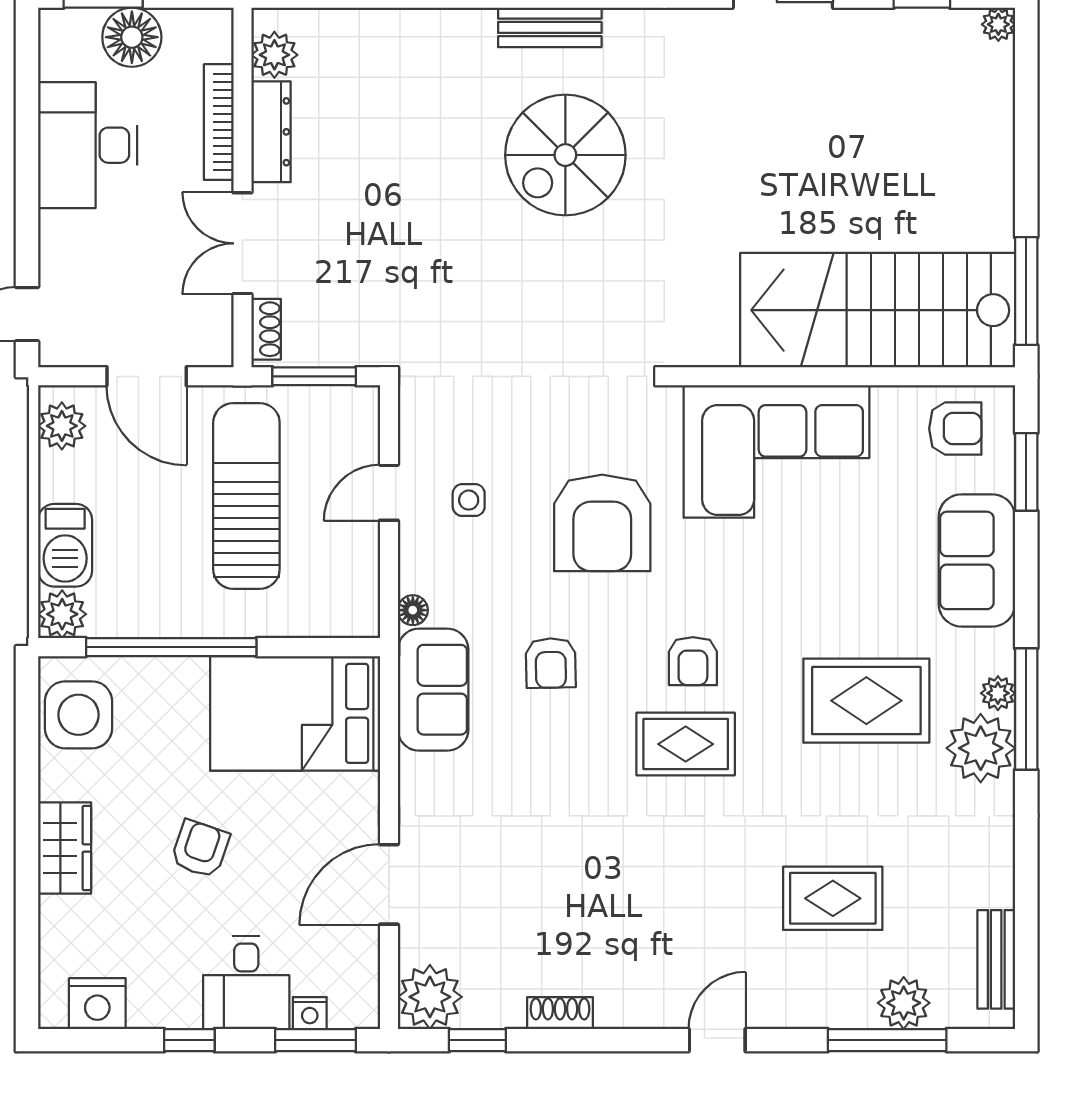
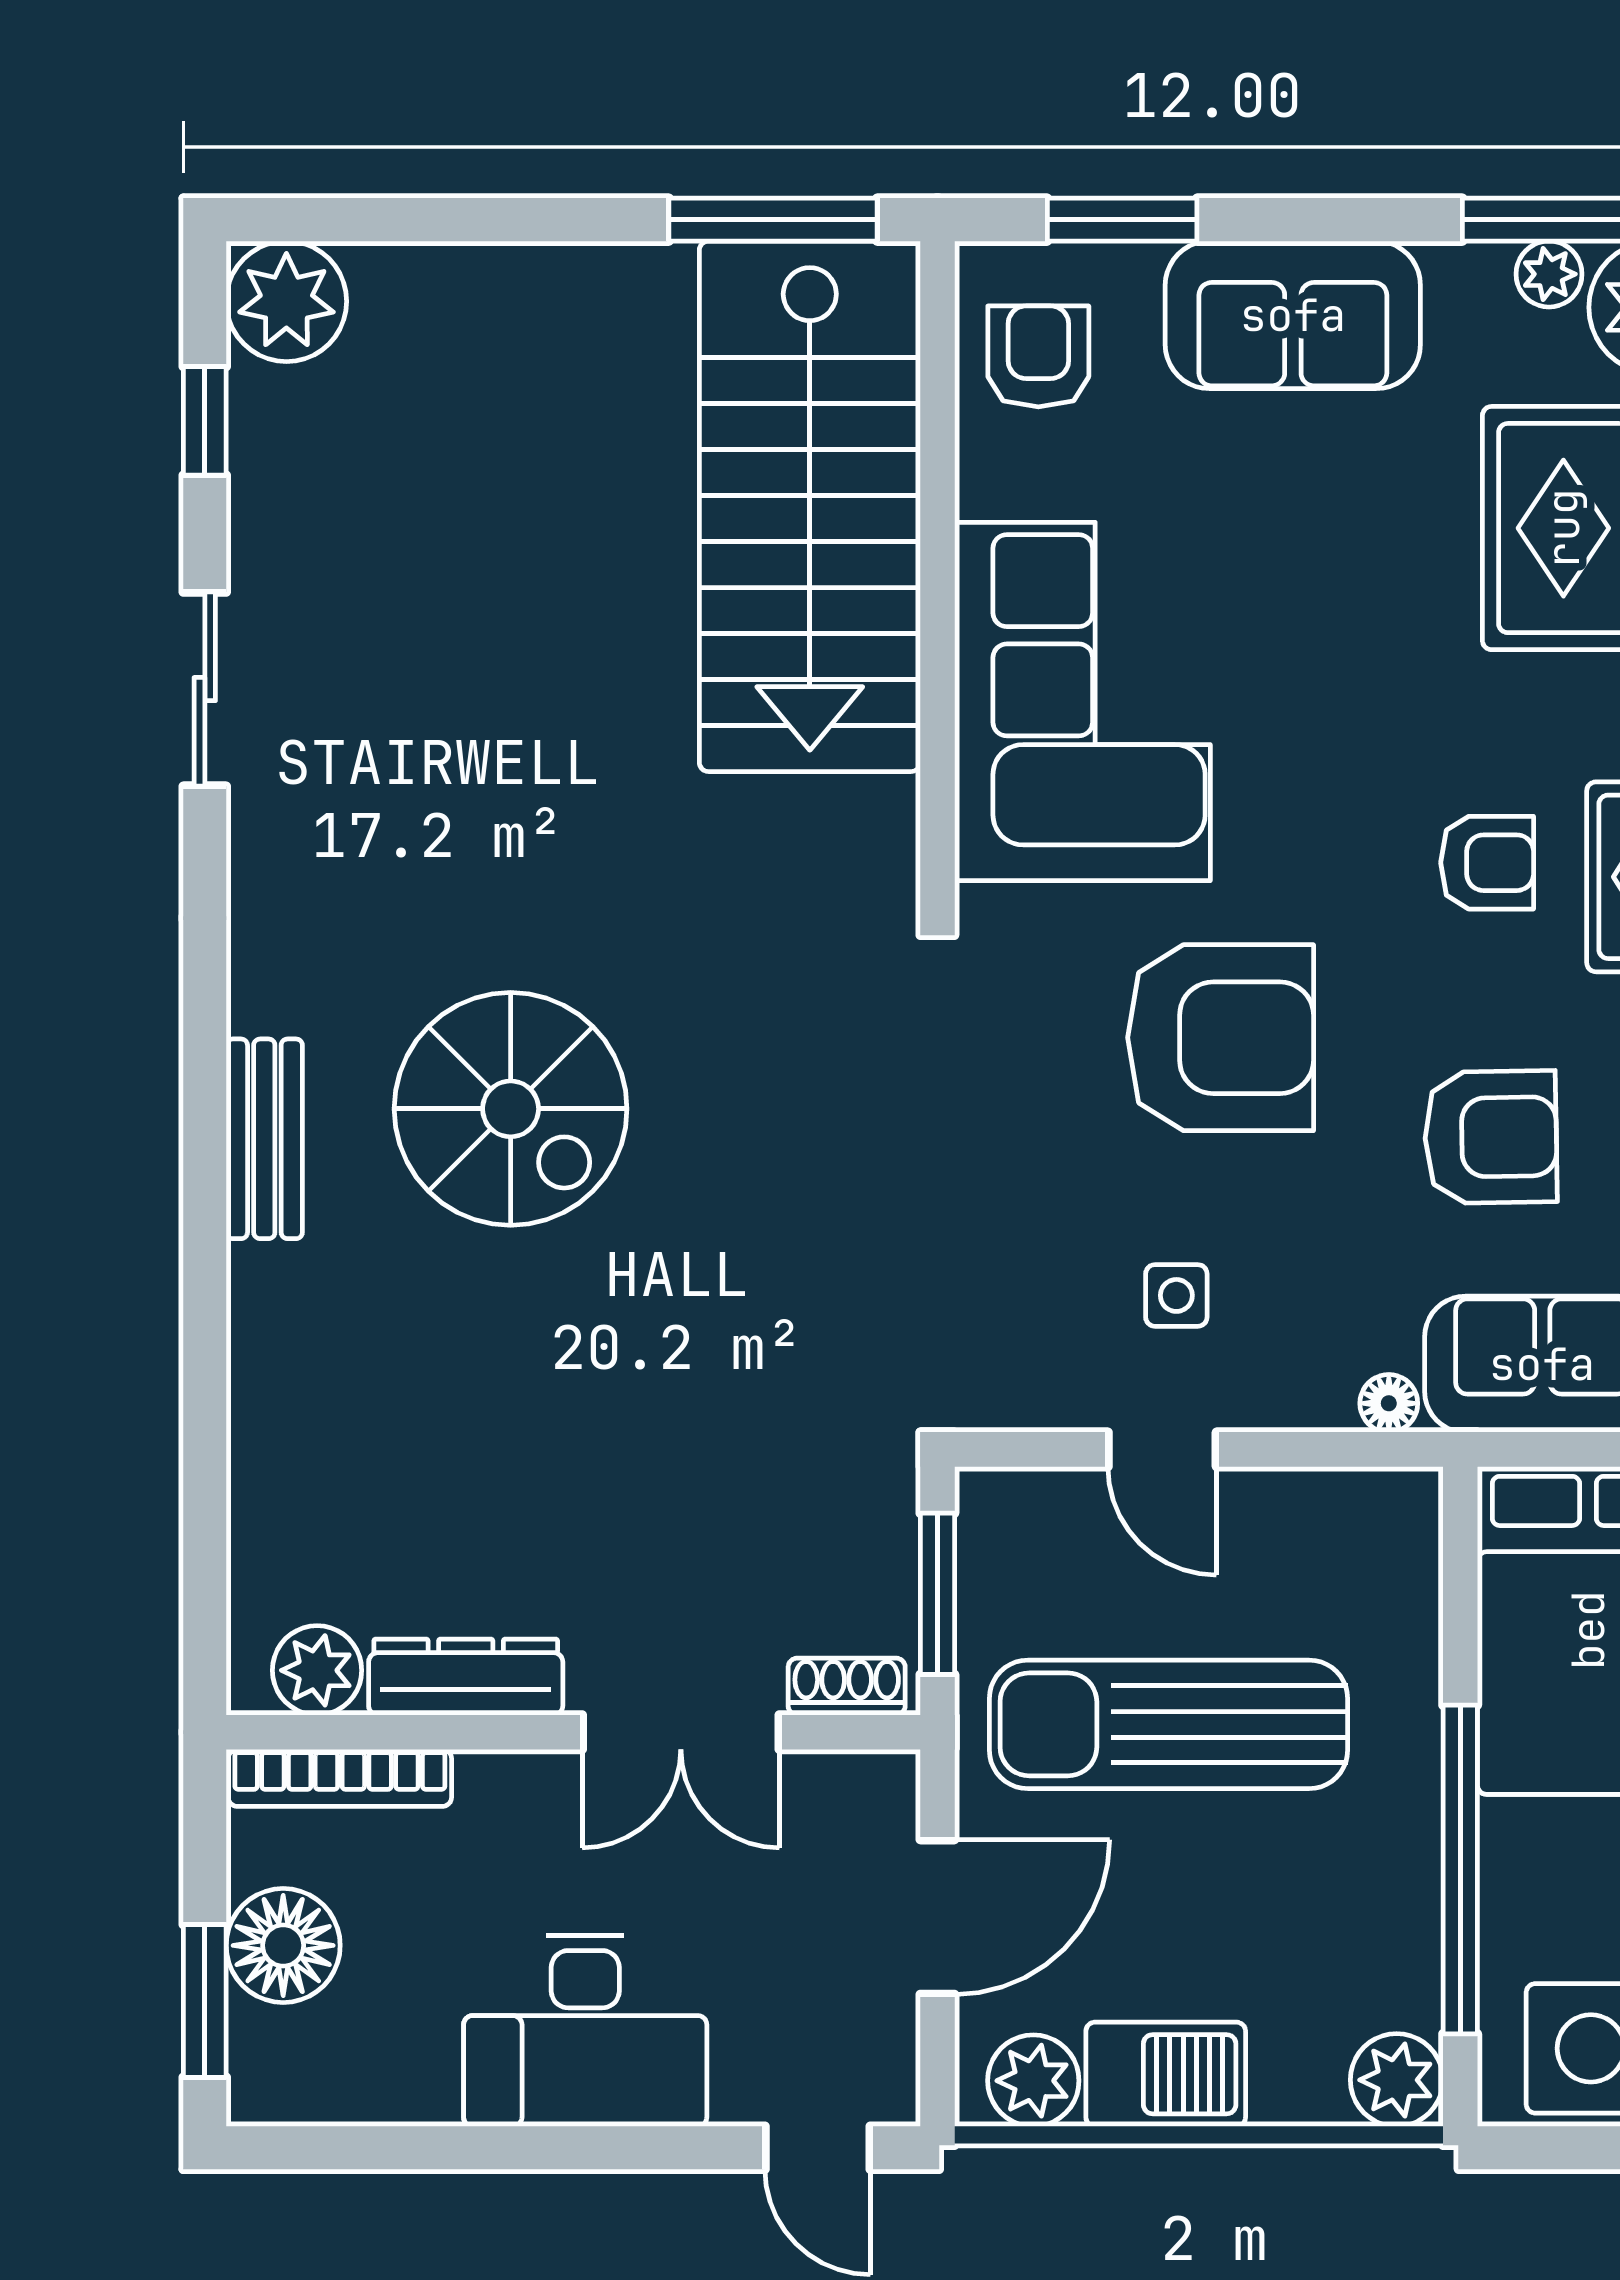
plant: (998, 24) -> (286, 301), width x1.87, depth x1.87
bookcase: (219, 122) -> (340, 1778), moved
desk: (88, 145) -> (585, 2031), moved
barbecue: (65, 545) -> (1166, 2074), moved
armchair: (551, 663) -> (1491, 1137), width x1.38, depth x1.38

